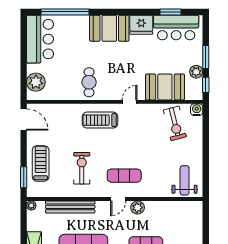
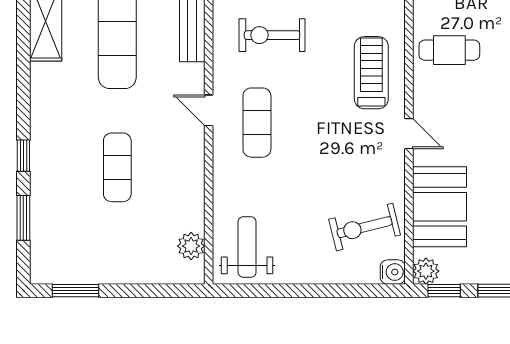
plant: (196, 72) -> (426, 271), moved
exercise bike: (82, 168) -> (272, 35), turned 180
weight bench: (185, 180) -> (247, 247), turned -90
plant: (138, 208) -> (191, 246), moved

